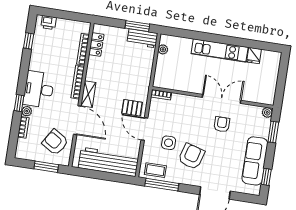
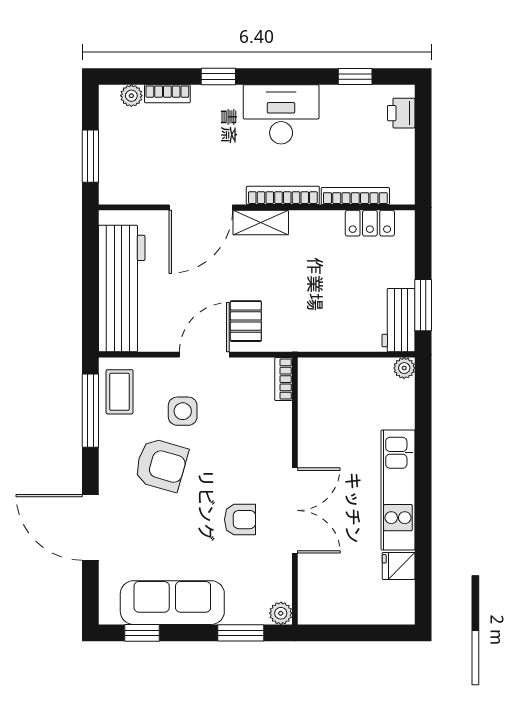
plant: (163, 49) -> (404, 368), moved
desk: (39, 89) -> (281, 114), moved
plant: (27, 111) -> (131, 96), moved
armchair: (55, 142) -> (146, 167), removed

